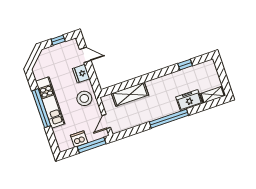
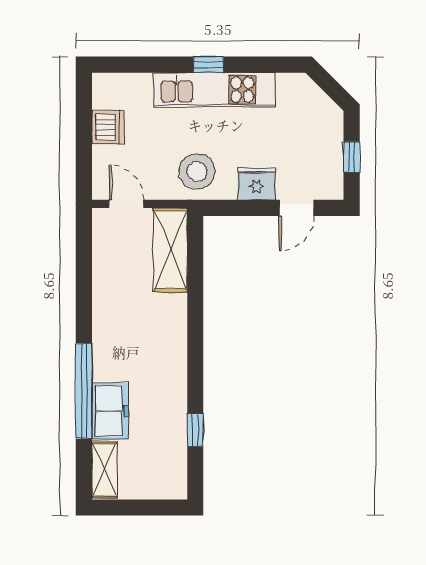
shelving: (130, 94) -> (170, 250), moved
window: (41, 108) -> (208, 65), width x0.32
window: (169, 119) -> (84, 391), moved
window: (92, 145) -> (84, 152), removed

